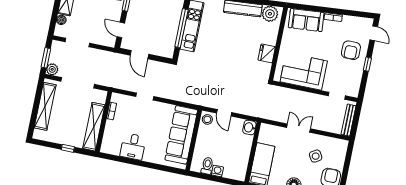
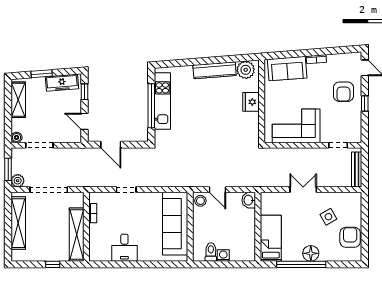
boiler: (61, 20) -> (16, 137), moved
fridge: (267, 53) -> (251, 102), moved

